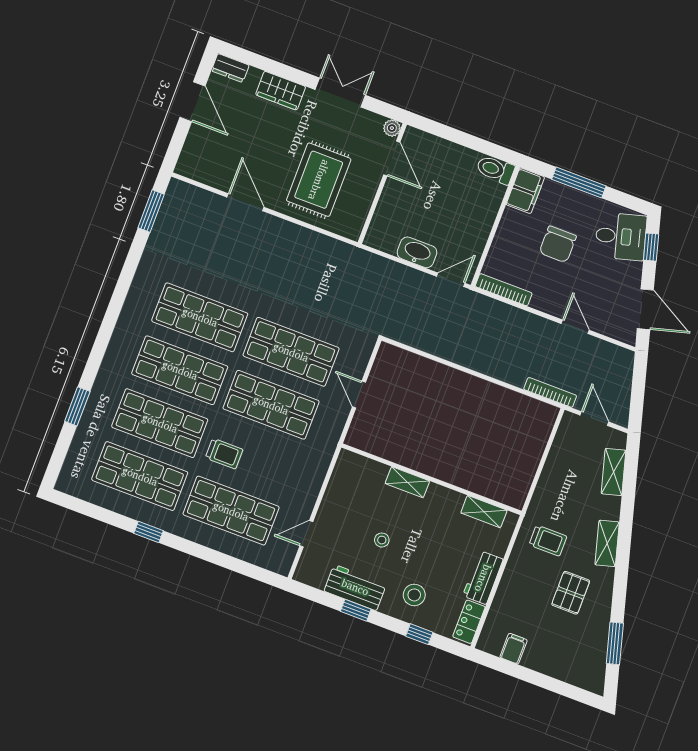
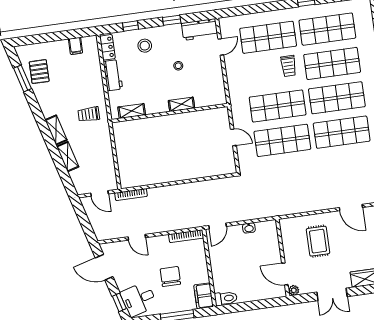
rug: (319, 180) -> (318, 241), width x0.73, depth x0.70
washbasin: (417, 252) -> (249, 228), width x0.52, depth x0.69
trolley: (224, 454) -> (289, 66), turned -90
shelving: (614, 472) -> (68, 157), moved
workbench: (355, 587) -> (200, 29), moved
pallet: (571, 593) -> (39, 72), moved

